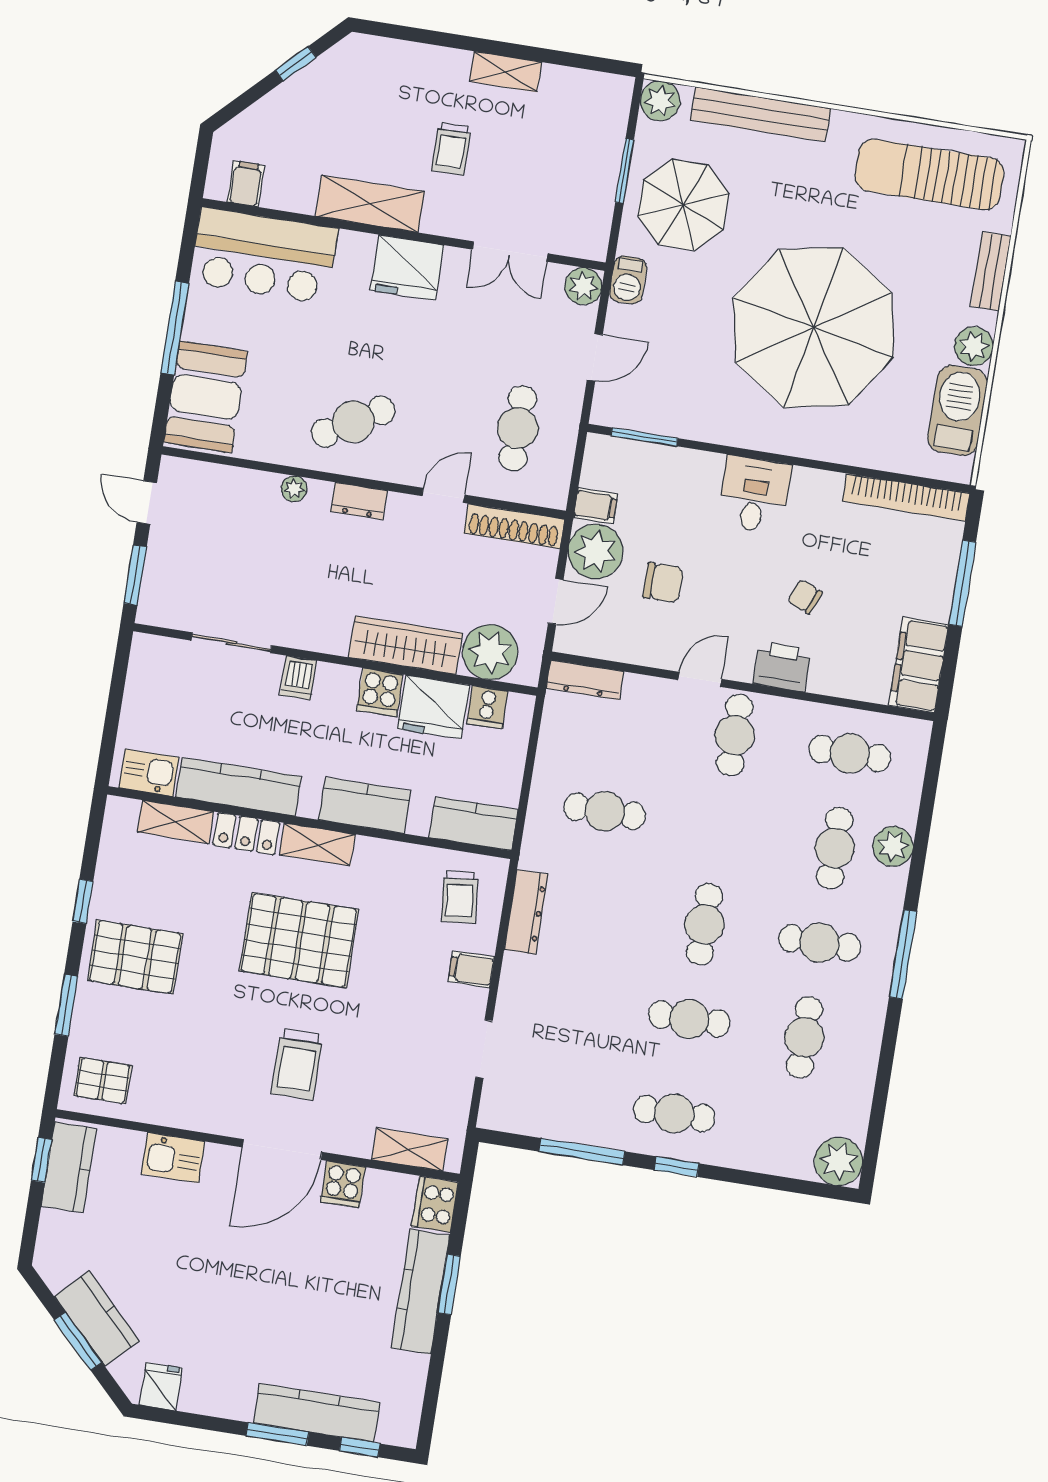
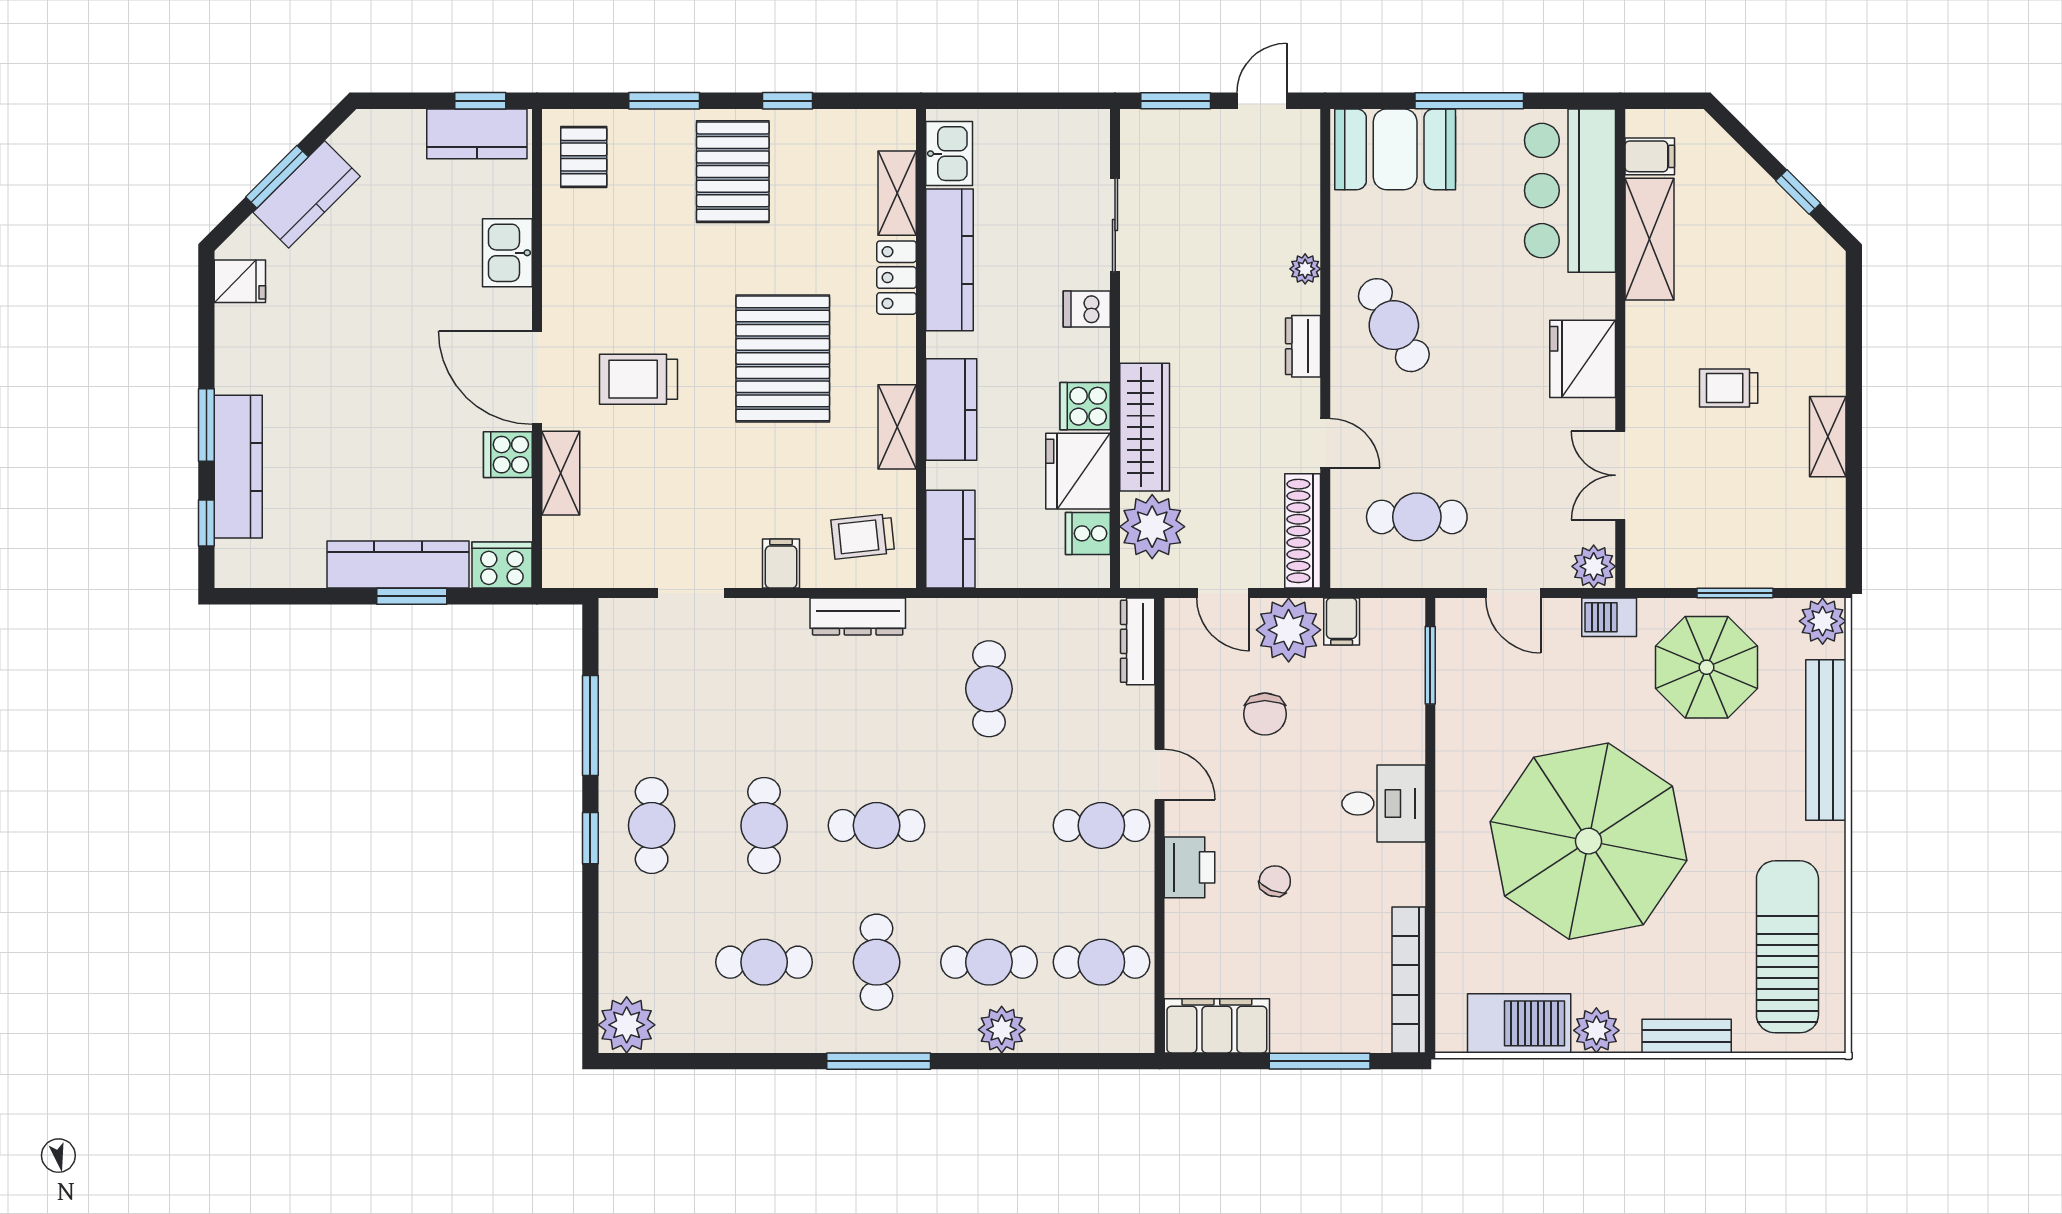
shelving: (370, 204) -> (1649, 239), moved
cafe table: (850, 754) -> (1101, 962), turned 90
shelving: (317, 844) -> (897, 427), moved
shelving: (410, 1149) -> (561, 473), moved

